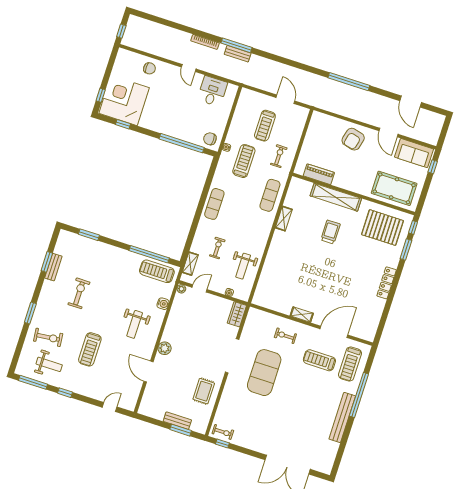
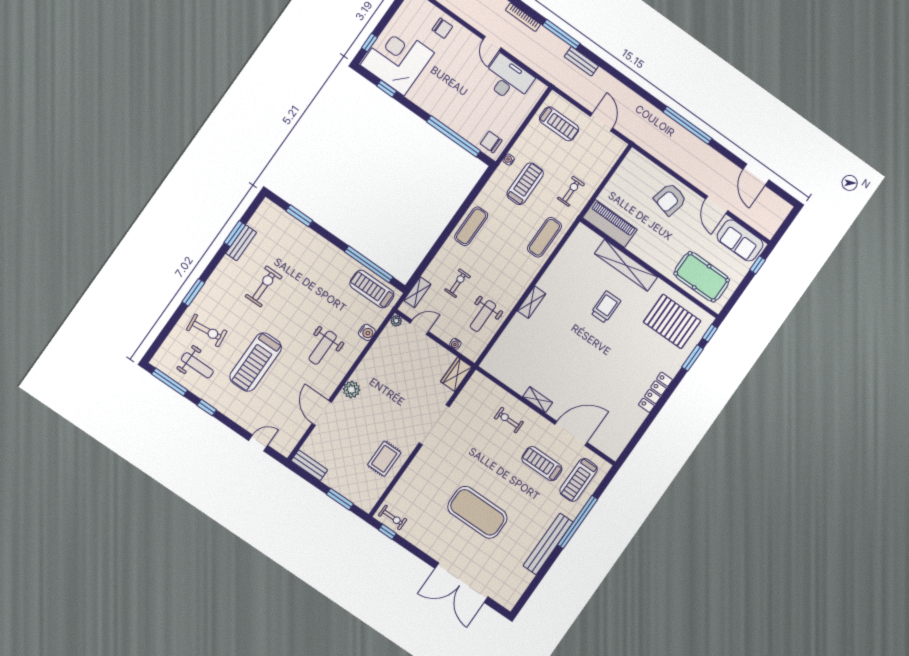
bench: (238, 54) -> (581, 61), moved
desk: (212, 91) -> (508, 79), width x1.37
treadmill: (265, 126) -> (559, 124), moved, turned -90
piano: (319, 174) -> (610, 224), width x1.37, depth x1.33
shelving: (284, 219) -> (531, 302), moved
treadmill: (90, 349) -> (256, 362), width x1.37, depth x1.38
exercise mat: (264, 373) -> (477, 512), moved, turned 90
bench: (177, 421) -> (309, 465), moved

